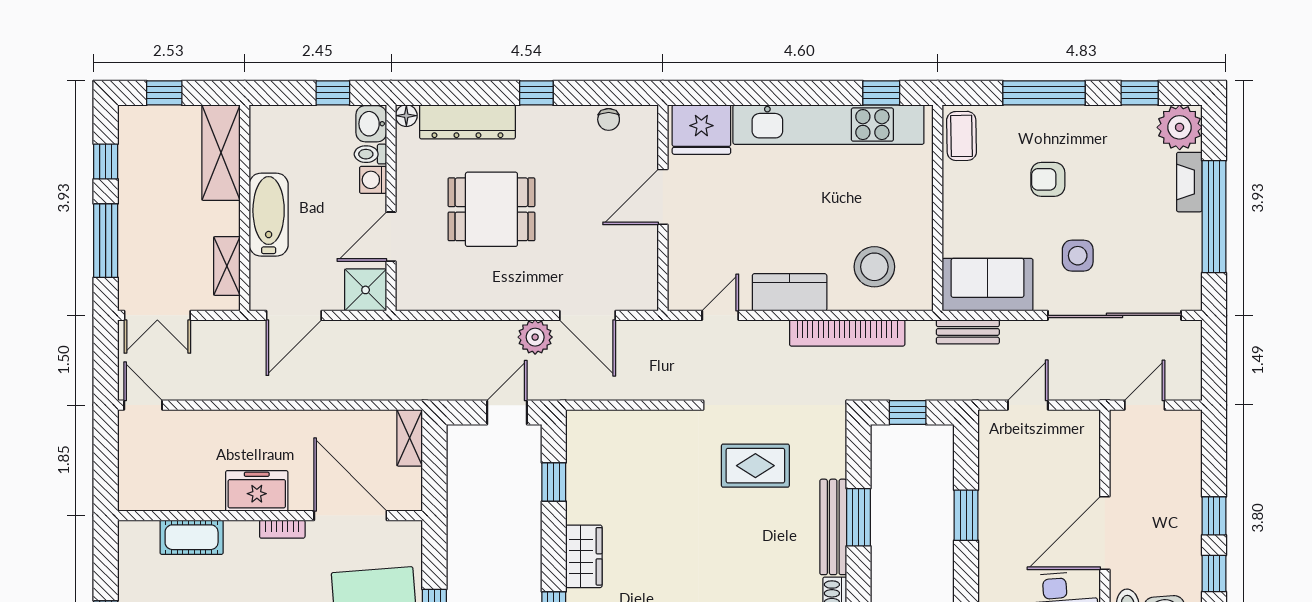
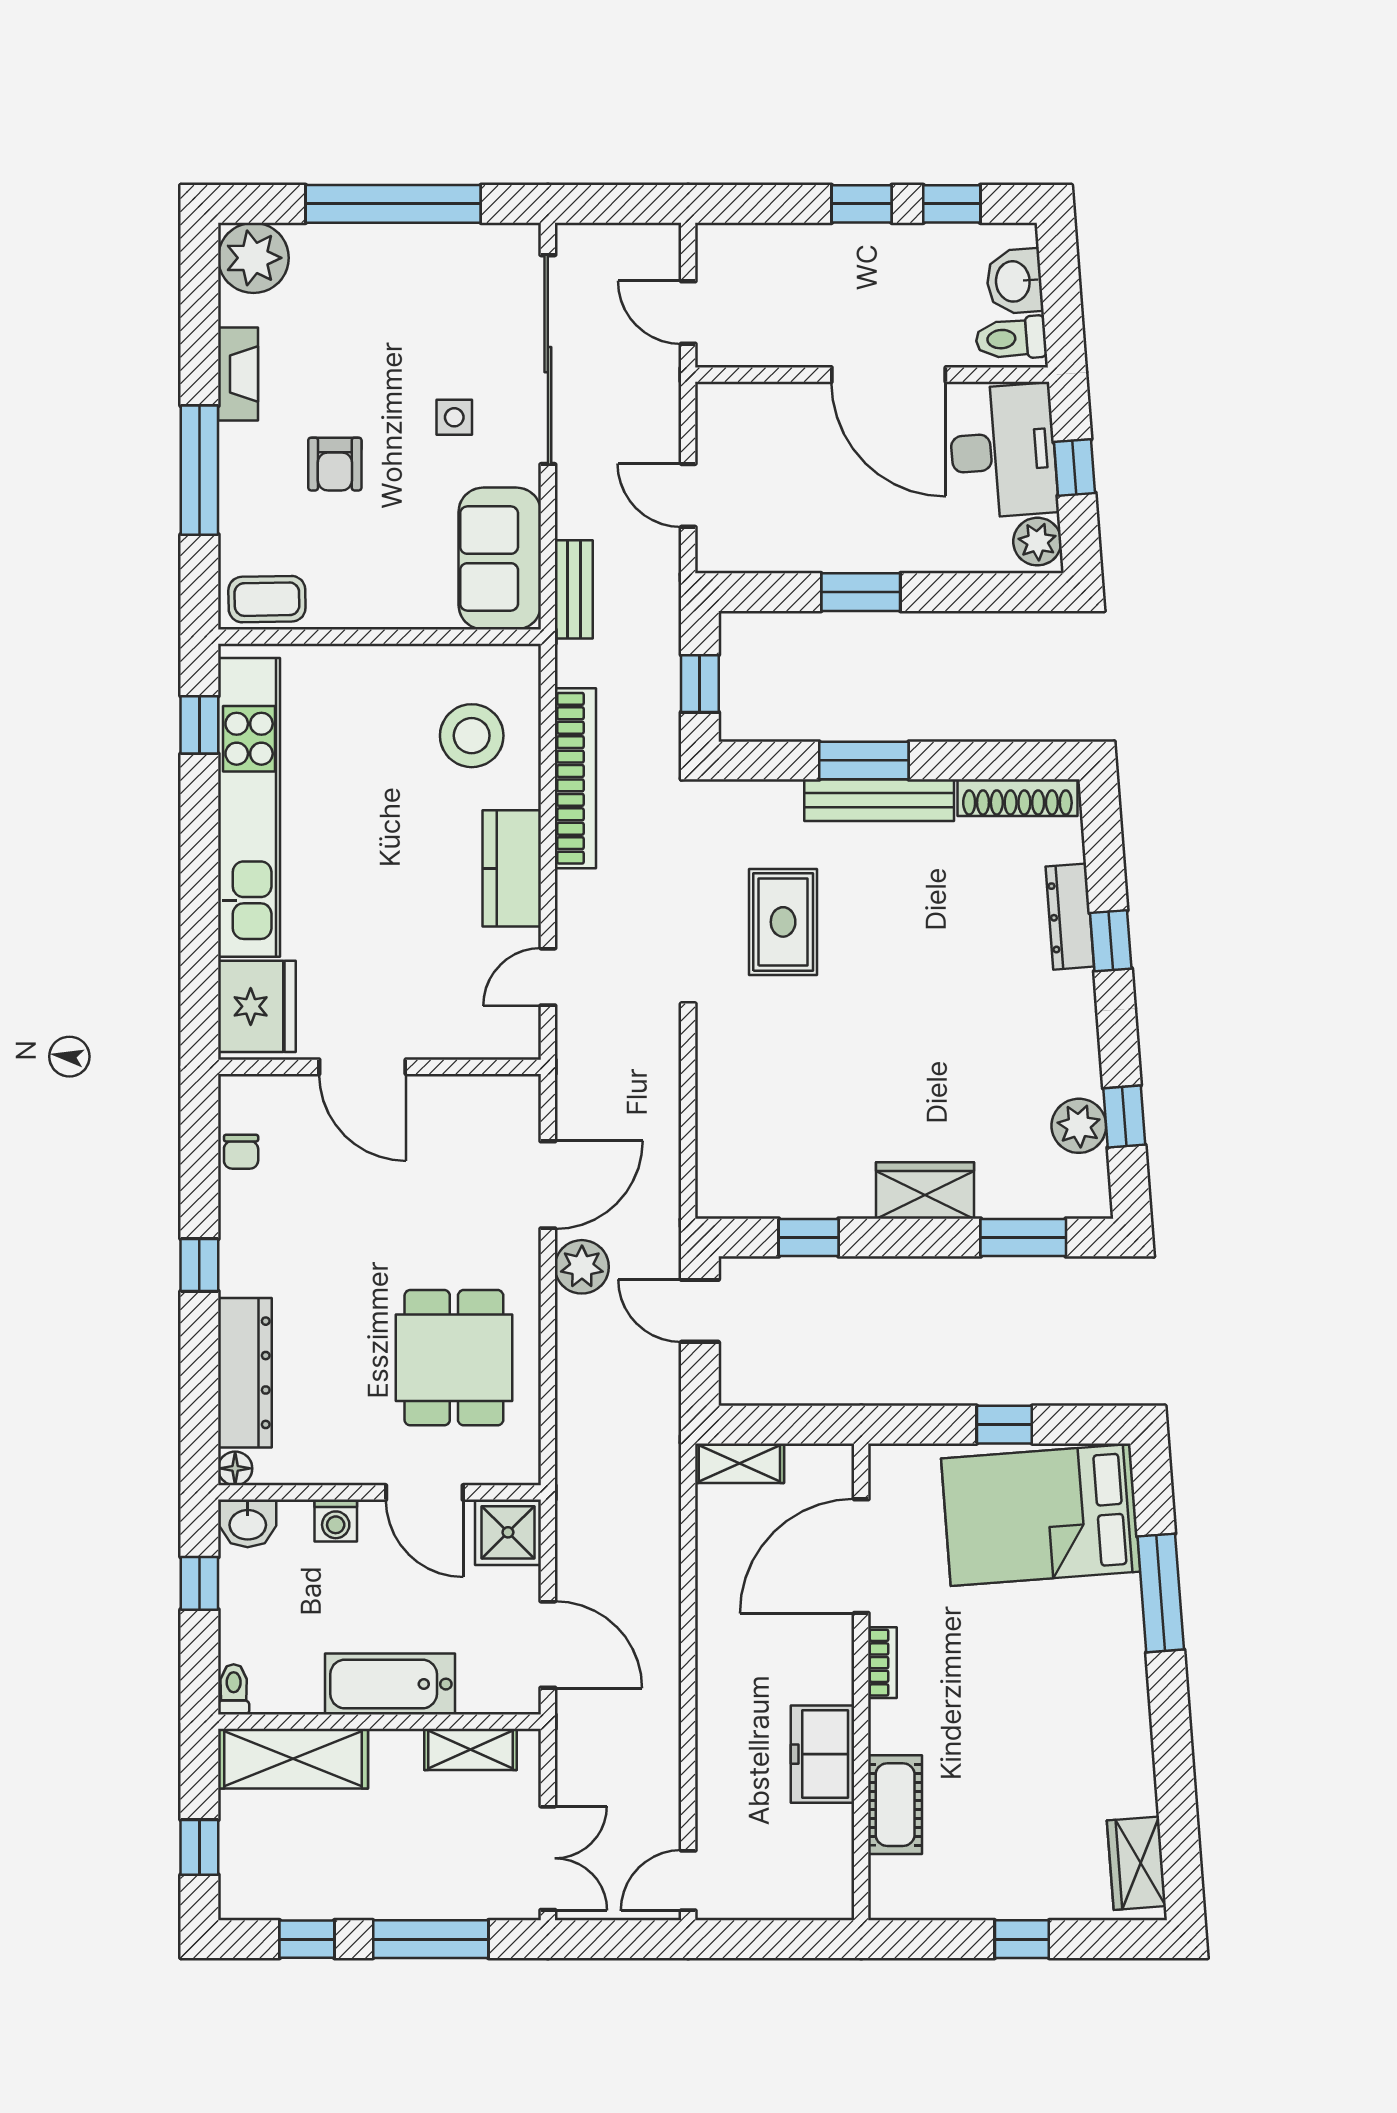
window: (1140, 93) -> (199, 320), removed
chair: (609, 119) -> (241, 1152), turned 90
toilet: (370, 154) -> (234, 1689), moved, turned 180
fireplace: (1189, 182) -> (238, 374), moved, turned -90
dining table: (491, 209) -> (454, 1358), moved
side table: (1078, 256) -> (454, 417), width x0.73, depth x0.73
door: (720, 315) -> (548, 977), hinge flipped
freezer: (257, 491) -> (823, 1754), moved

